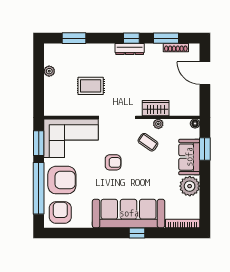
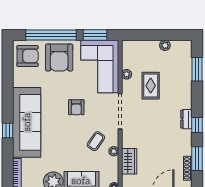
dresser: (130, 49) -> (186, 119), width x0.70
wardrobe: (156, 108) -> (129, 161), moved
plant: (79, 111) -> (127, 74), added

